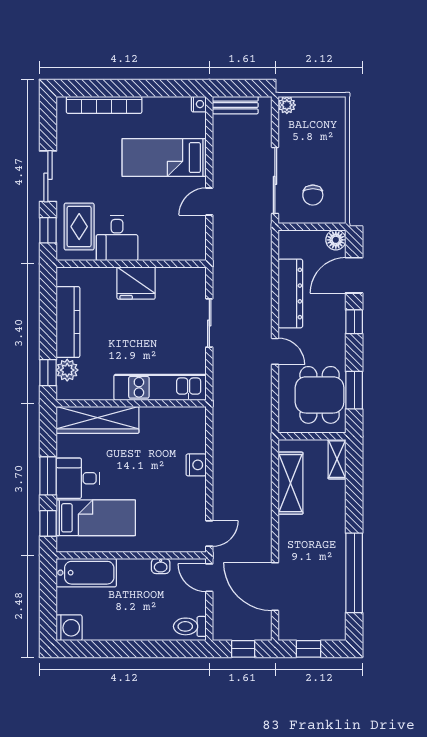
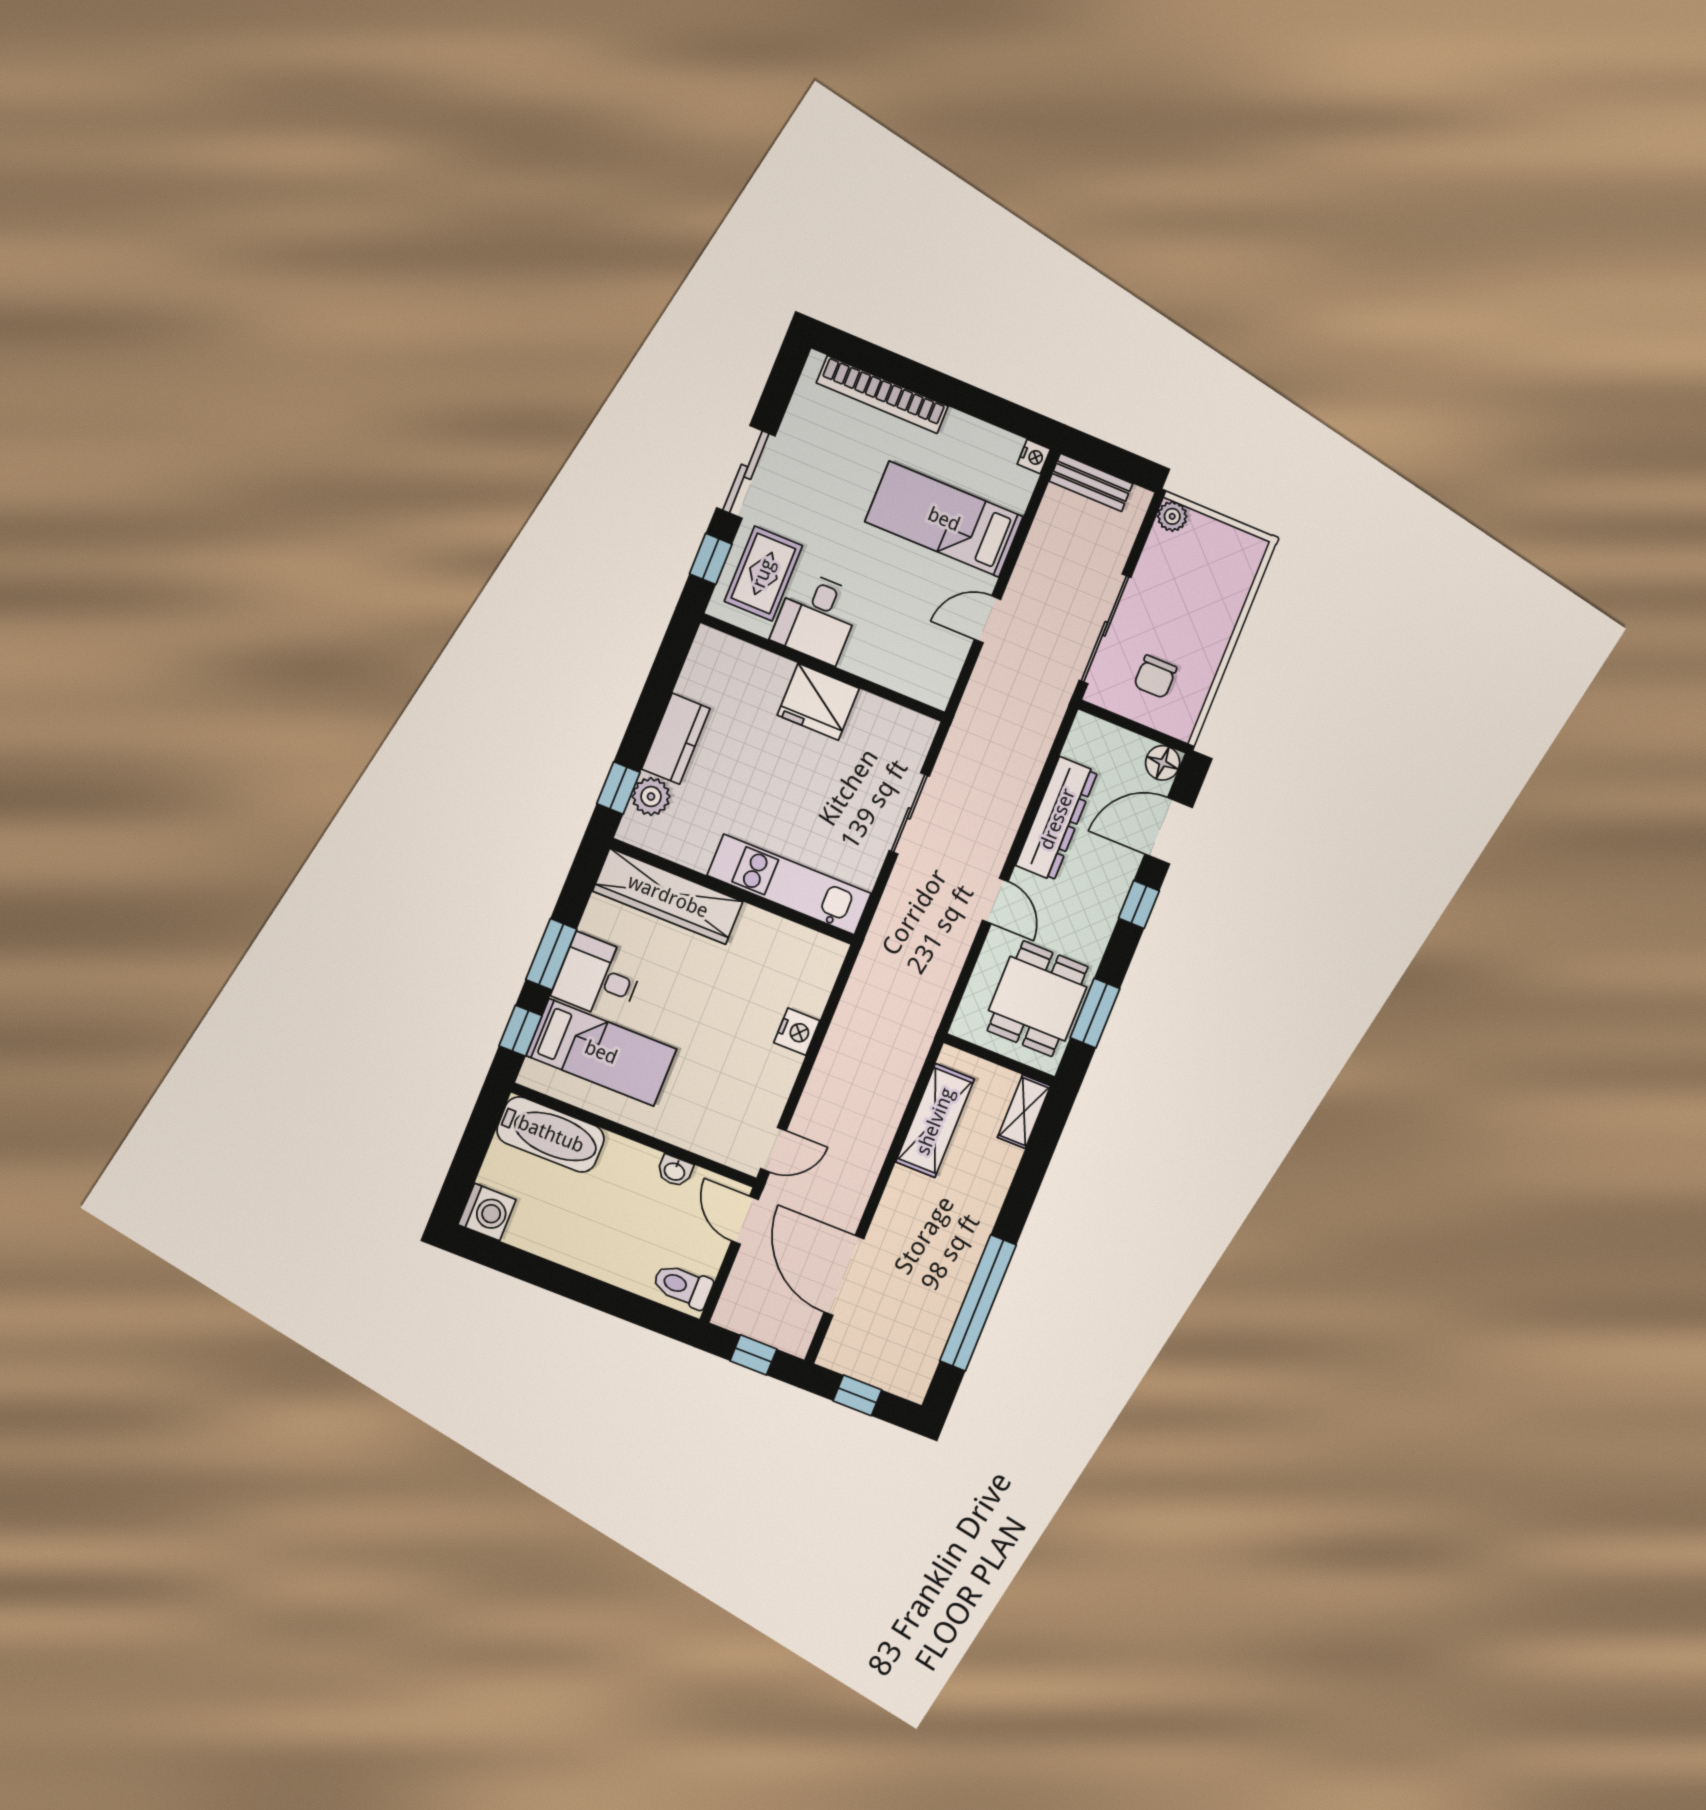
kitchen counter: (68, 322) -> (676, 739), width x0.67

